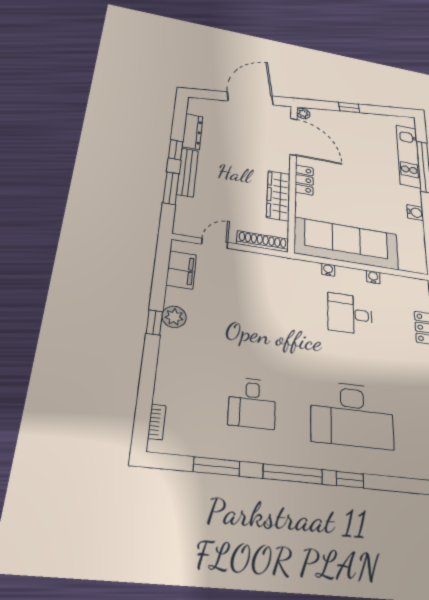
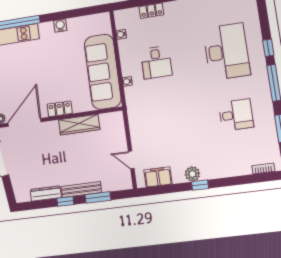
shoe rack: (263, 241) -> (120, 129), removed
water cooler: (373, 277) -> (121, 34), moved

